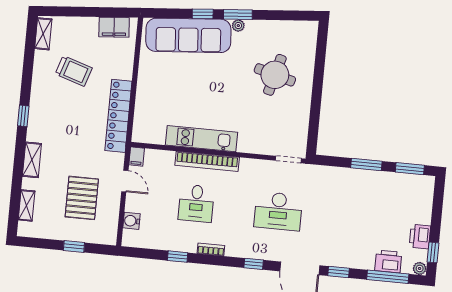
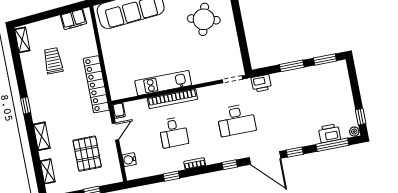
trolley: (74, 71) -> (53, 61), turned -108
door: (125, 181) -> (115, 131), hinge flipped
printer: (420, 237) -> (261, 83), moved, turned -90

